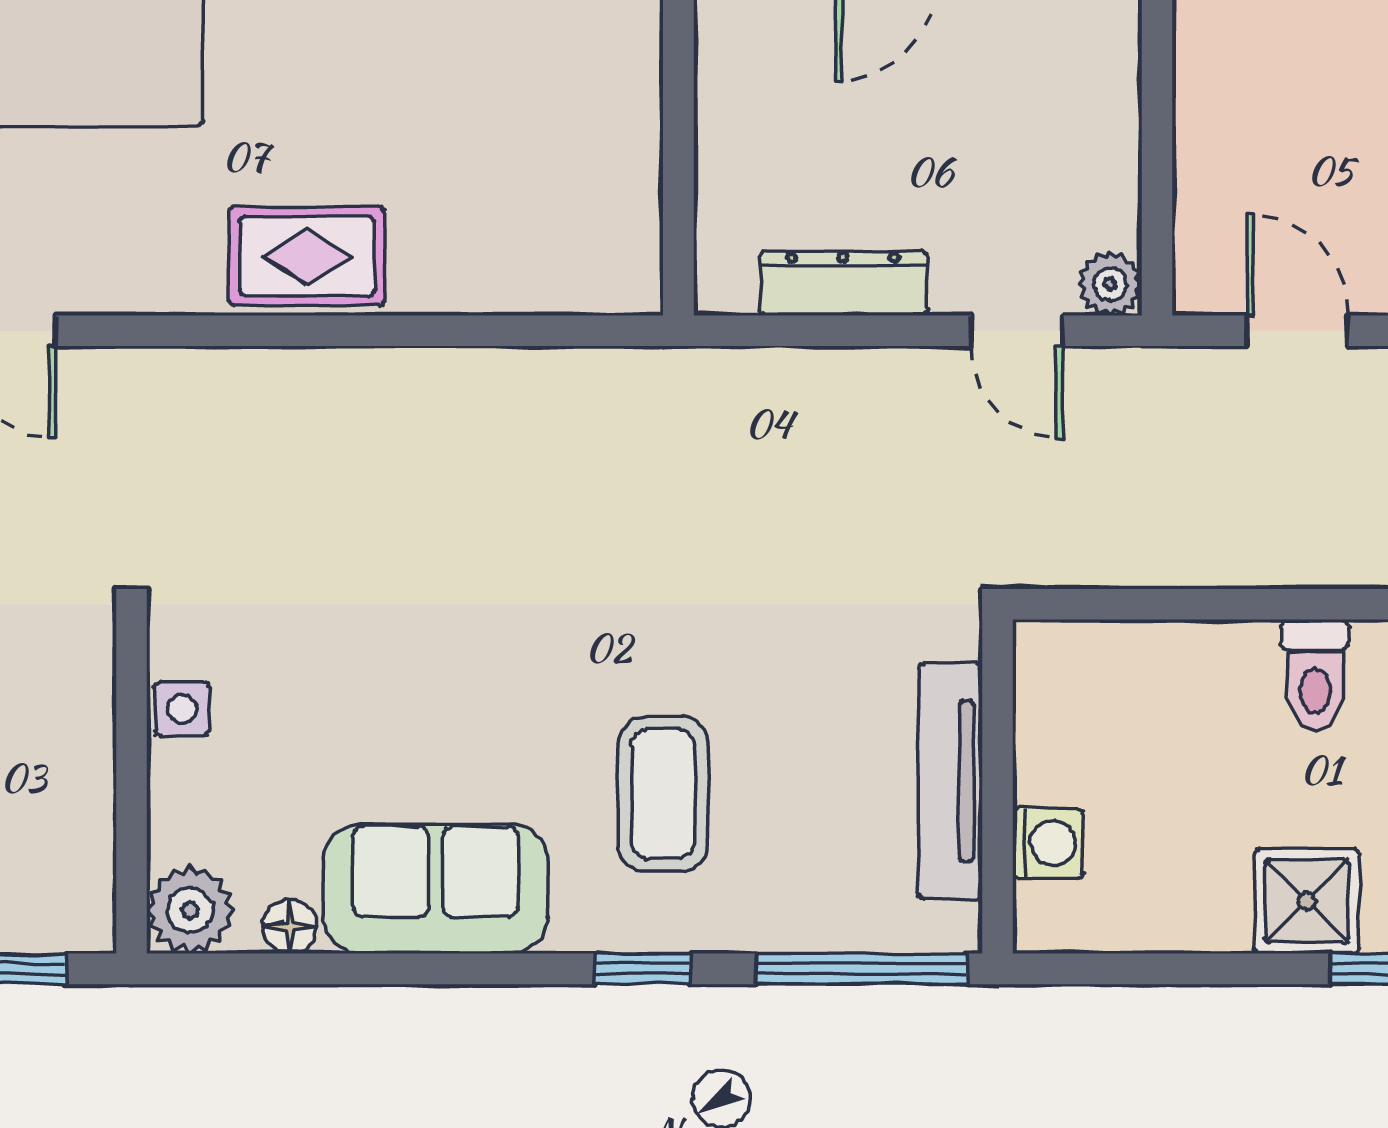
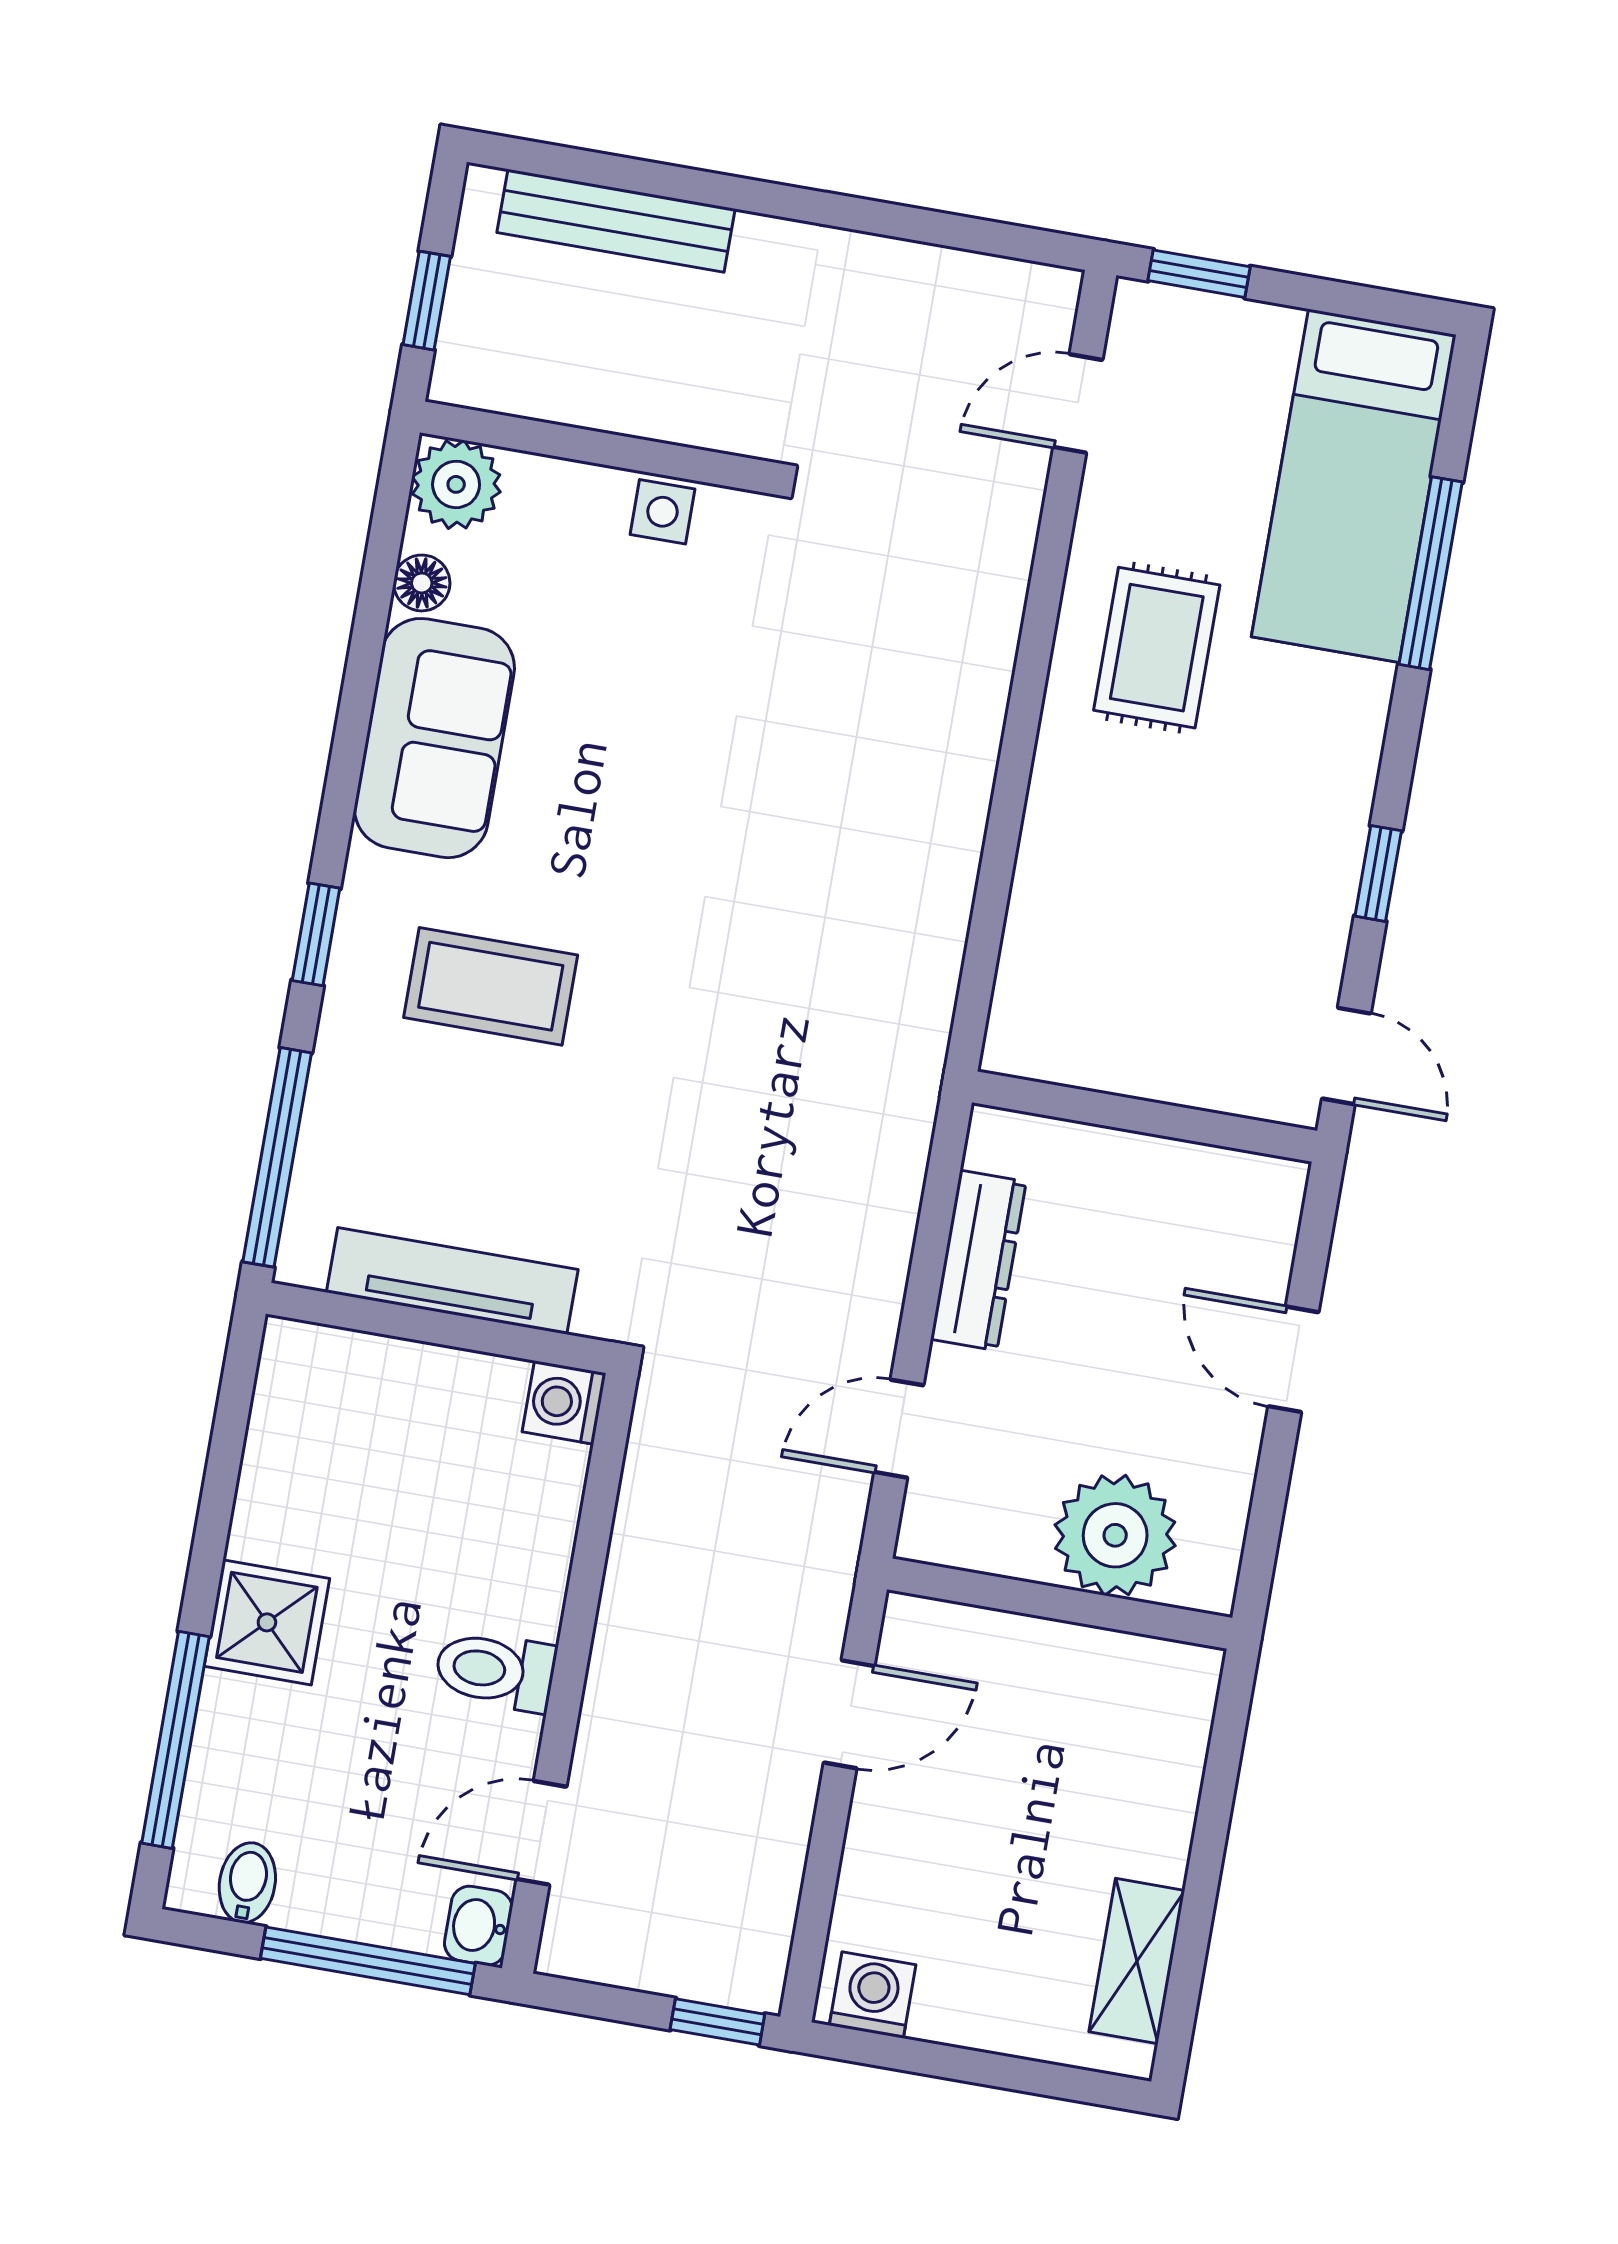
rug: (307, 256) -> (1157, 648), moved
plant: (1110, 284) -> (1115, 1535), moved, width x1.88, depth x1.88
washing machine: (1048, 843) -> (564, 1403), moved, turned 90

